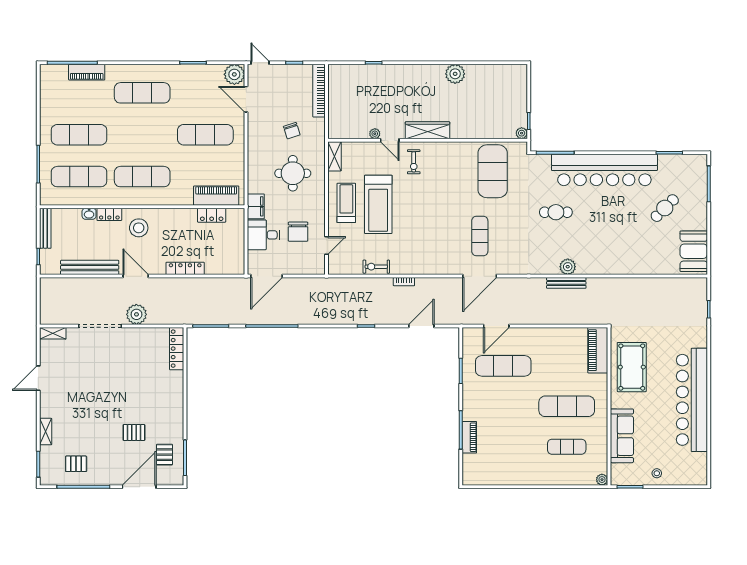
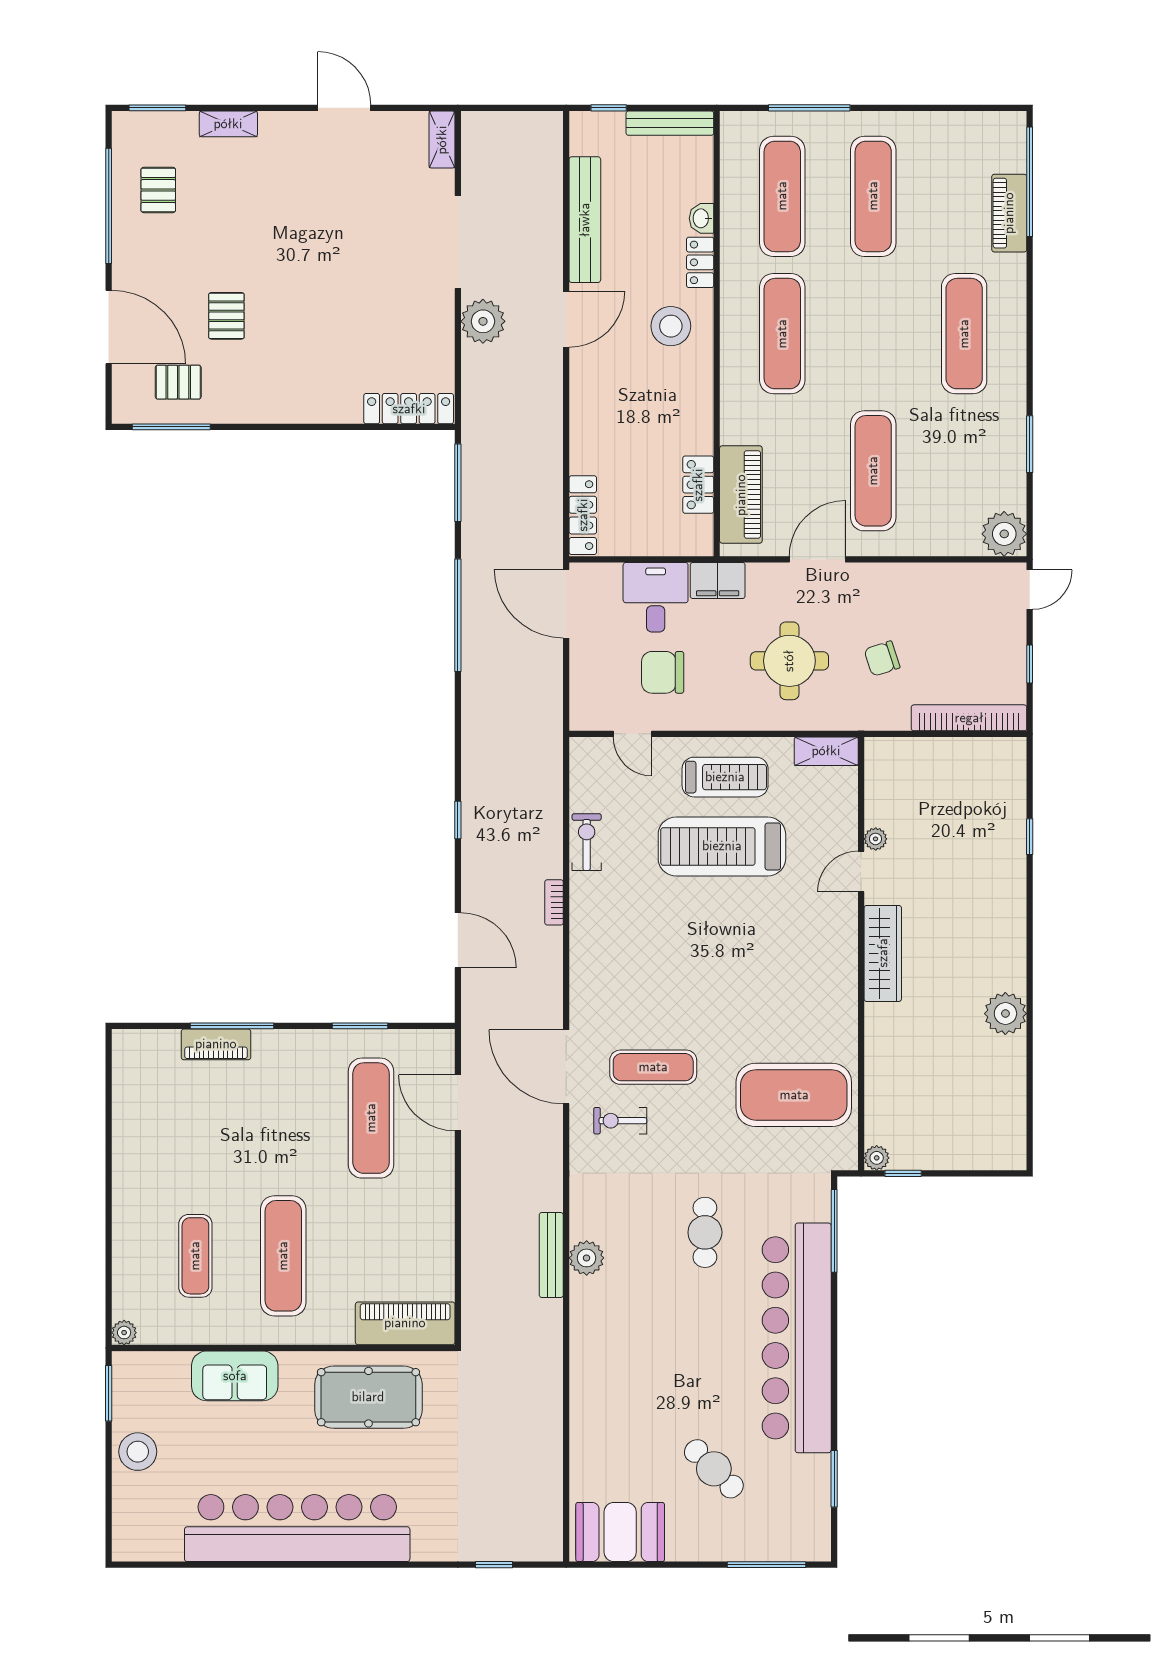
door: (246, 99) -> (817, 559), moved
exercise bike: (414, 162) -> (620, 1121), moved
locker: (185, 268) -> (583, 515), moved
sofa: (622, 436) -> (235, 1376), width x0.73
stool: (657, 473) -> (138, 1452), width x1.89, depth x1.89

